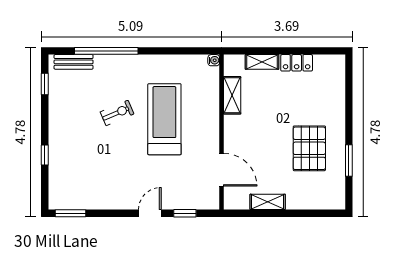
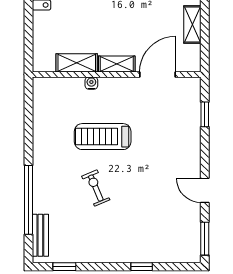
water cooler: (214, 60) -> (91, 83), moved
shelving: (262, 62) -> (117, 64), moved, turned 90
treadmill: (164, 119) -> (103, 137), width x0.73, depth x0.73
door: (150, 213) -> (205, 190), moved

